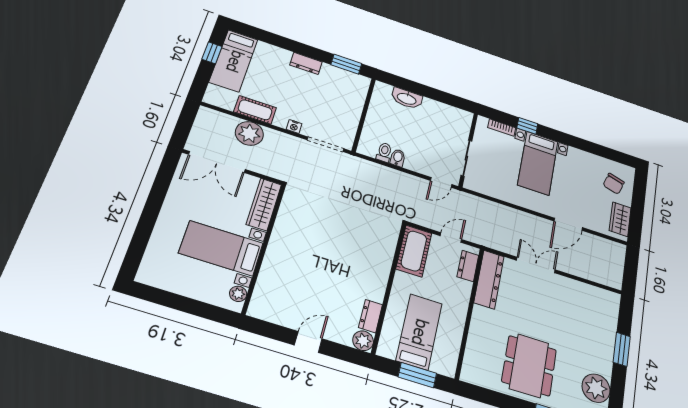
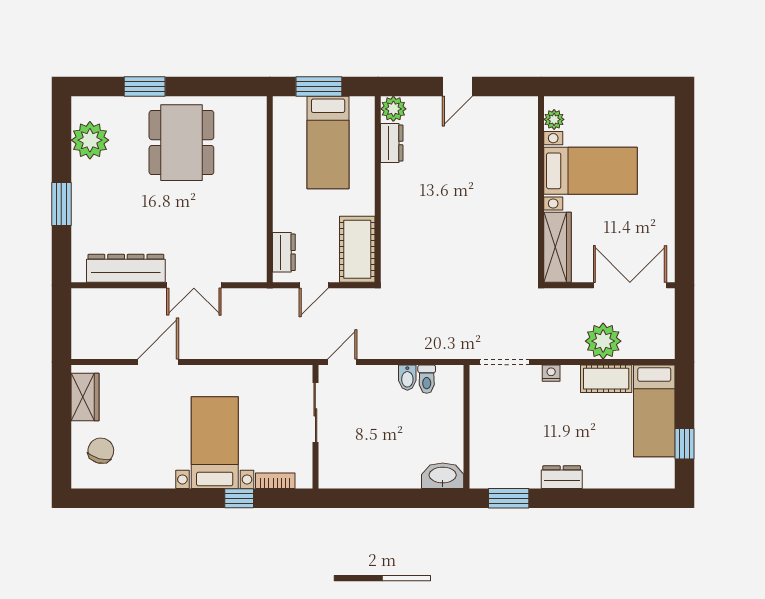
bed: (234, 61) -> (654, 411), moved, turned 180
washbasin: (407, 98) -> (443, 476), moved
dresser: (489, 279) -> (126, 268), moved, turned 90

